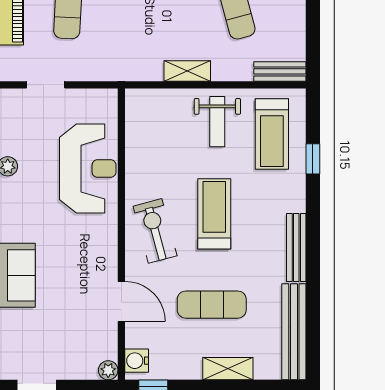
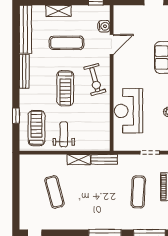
bench: (280, 71) -> (104, 159), moved
door: (121, 301) -> (112, 44), swing flipped
water cooler: (137, 361) -> (104, 26), moved
plant: (108, 370) -> (118, 10), removed

